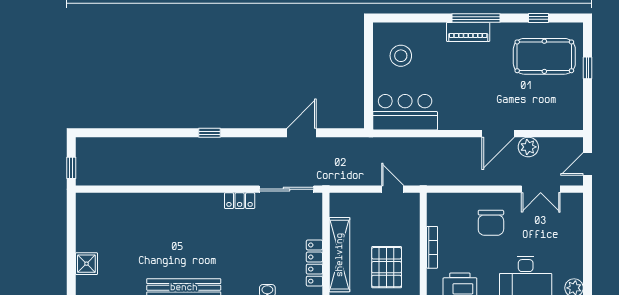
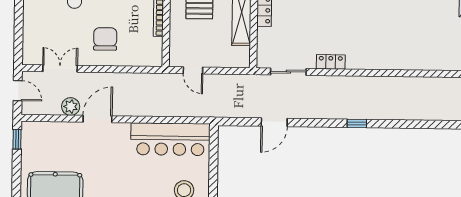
window: (588, 68) -> (17, 139), moved
bar counter: (405, 112) -> (170, 139), width x1.36
door: (588, 164) -> (18, 91), hinge flipped
sliding door: (287, 189) -> (288, 72), width x0.73

